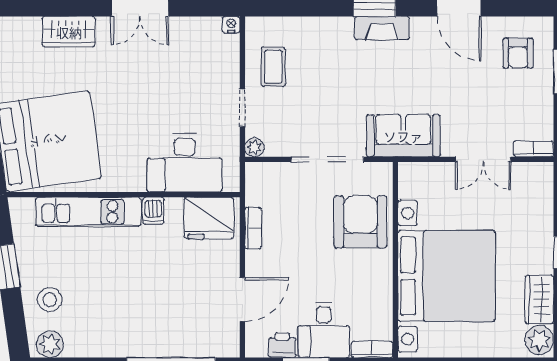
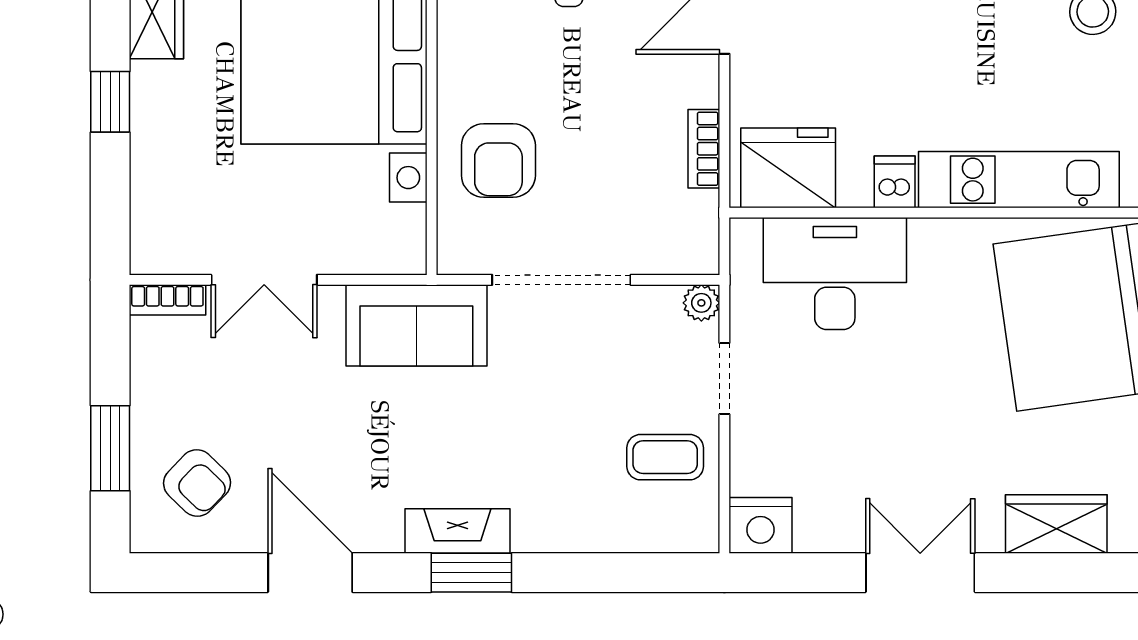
nightstand: (231, 25) -> (760, 525), width x1.89, depth x1.79
armchair: (518, 53) -> (197, 483), turned 134
coffee table: (273, 67) -> (665, 457), turned 90
double door: (483, 159) -> (264, 280), swing flipped
armchair: (360, 222) -> (498, 160), width x0.73, depth x0.73

